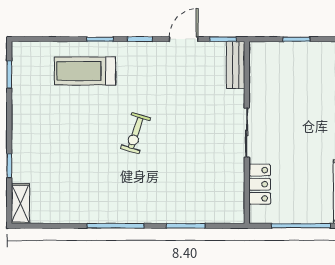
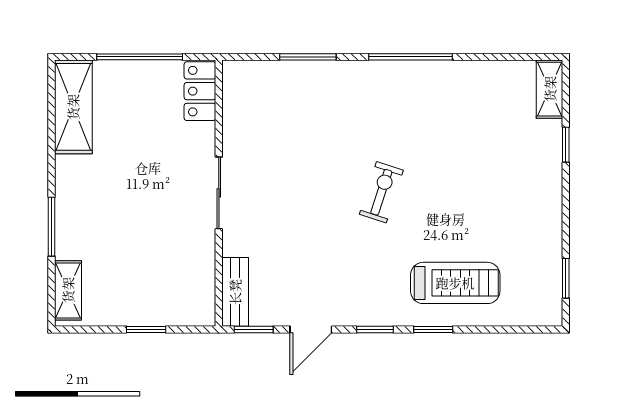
locker: (260, 184) -> (200, 91), moved

